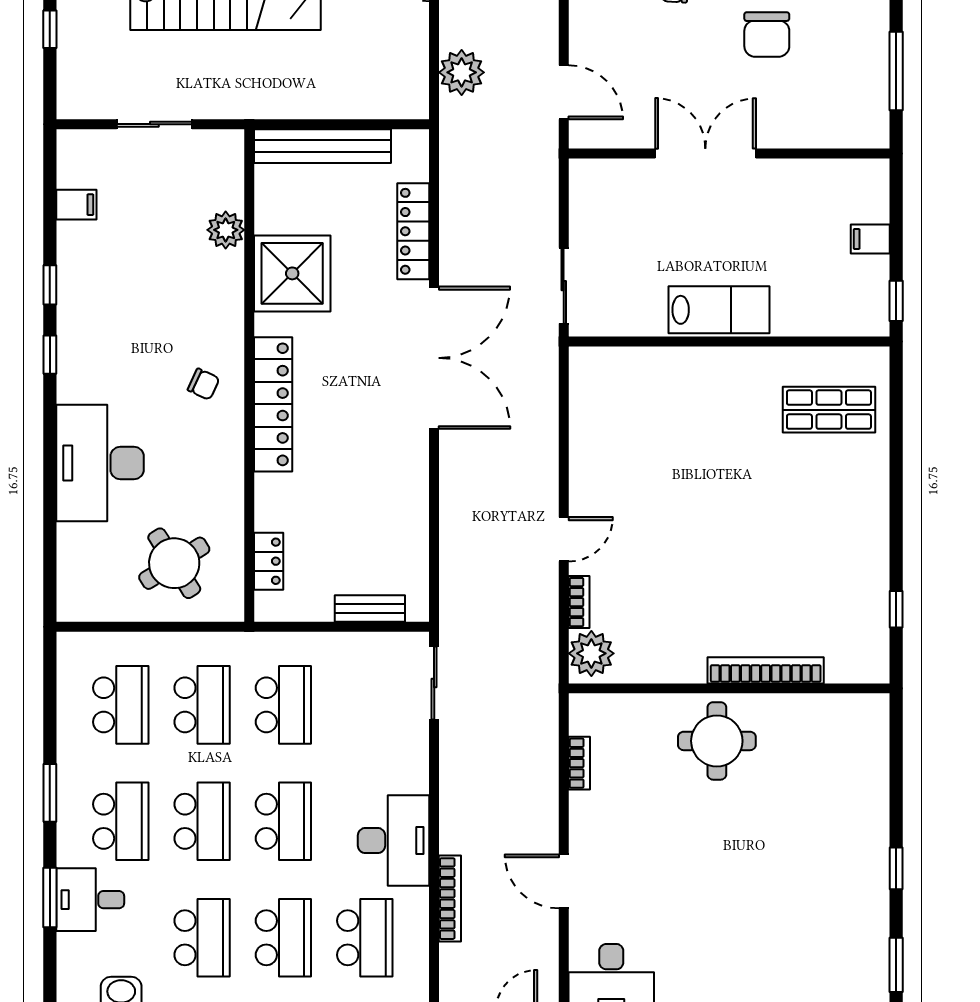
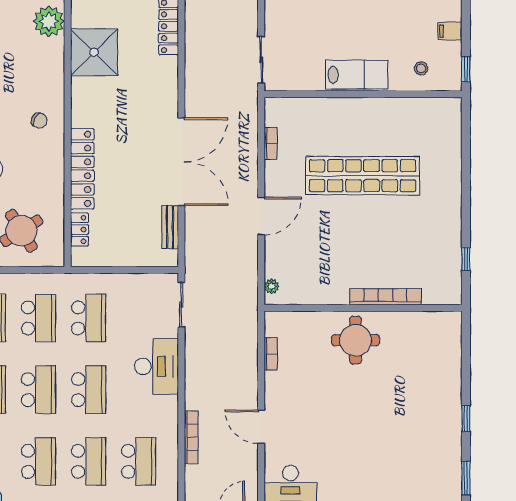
plant: (226, 230) -> (49, 21), width x1.36, depth x1.36
stool: (823, 300) -> (421, 68), added
double door: (434, 358) -> (181, 162), moved
locker: (273, 404) -> (82, 169), moved
shop shelf: (829, 410) -> (363, 176), moved, width x2.00, depth x1.36
door: (564, 539) -> (261, 216), width x1.38
bookcase: (579, 602) -> (271, 143), moved
bench: (370, 609) -> (170, 227), moved, turned 90
plant: (591, 653) -> (272, 286), width x0.53, depth x0.53
desk: (394, 841) -> (156, 366), moved

